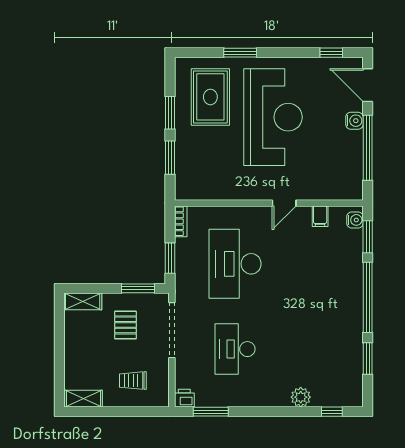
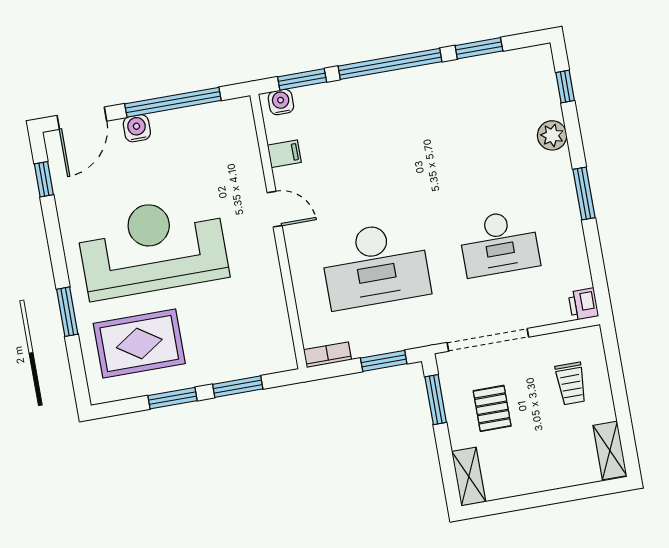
pallet: (125, 325) -> (492, 408), turned 90
window: (211, 412) -> (584, 194), moved

